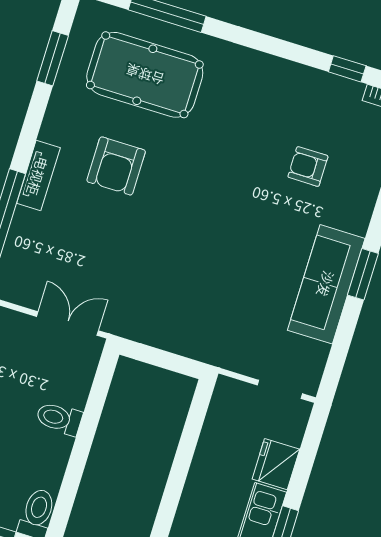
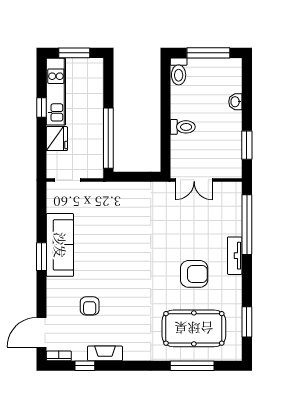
fireplace: (307, 79) -> (105, 353), added
armchair: (116, 166) -> (194, 274), turned 90
armchair: (308, 166) -> (90, 306), turned 90
window: (189, 438) -> (108, 138), added

